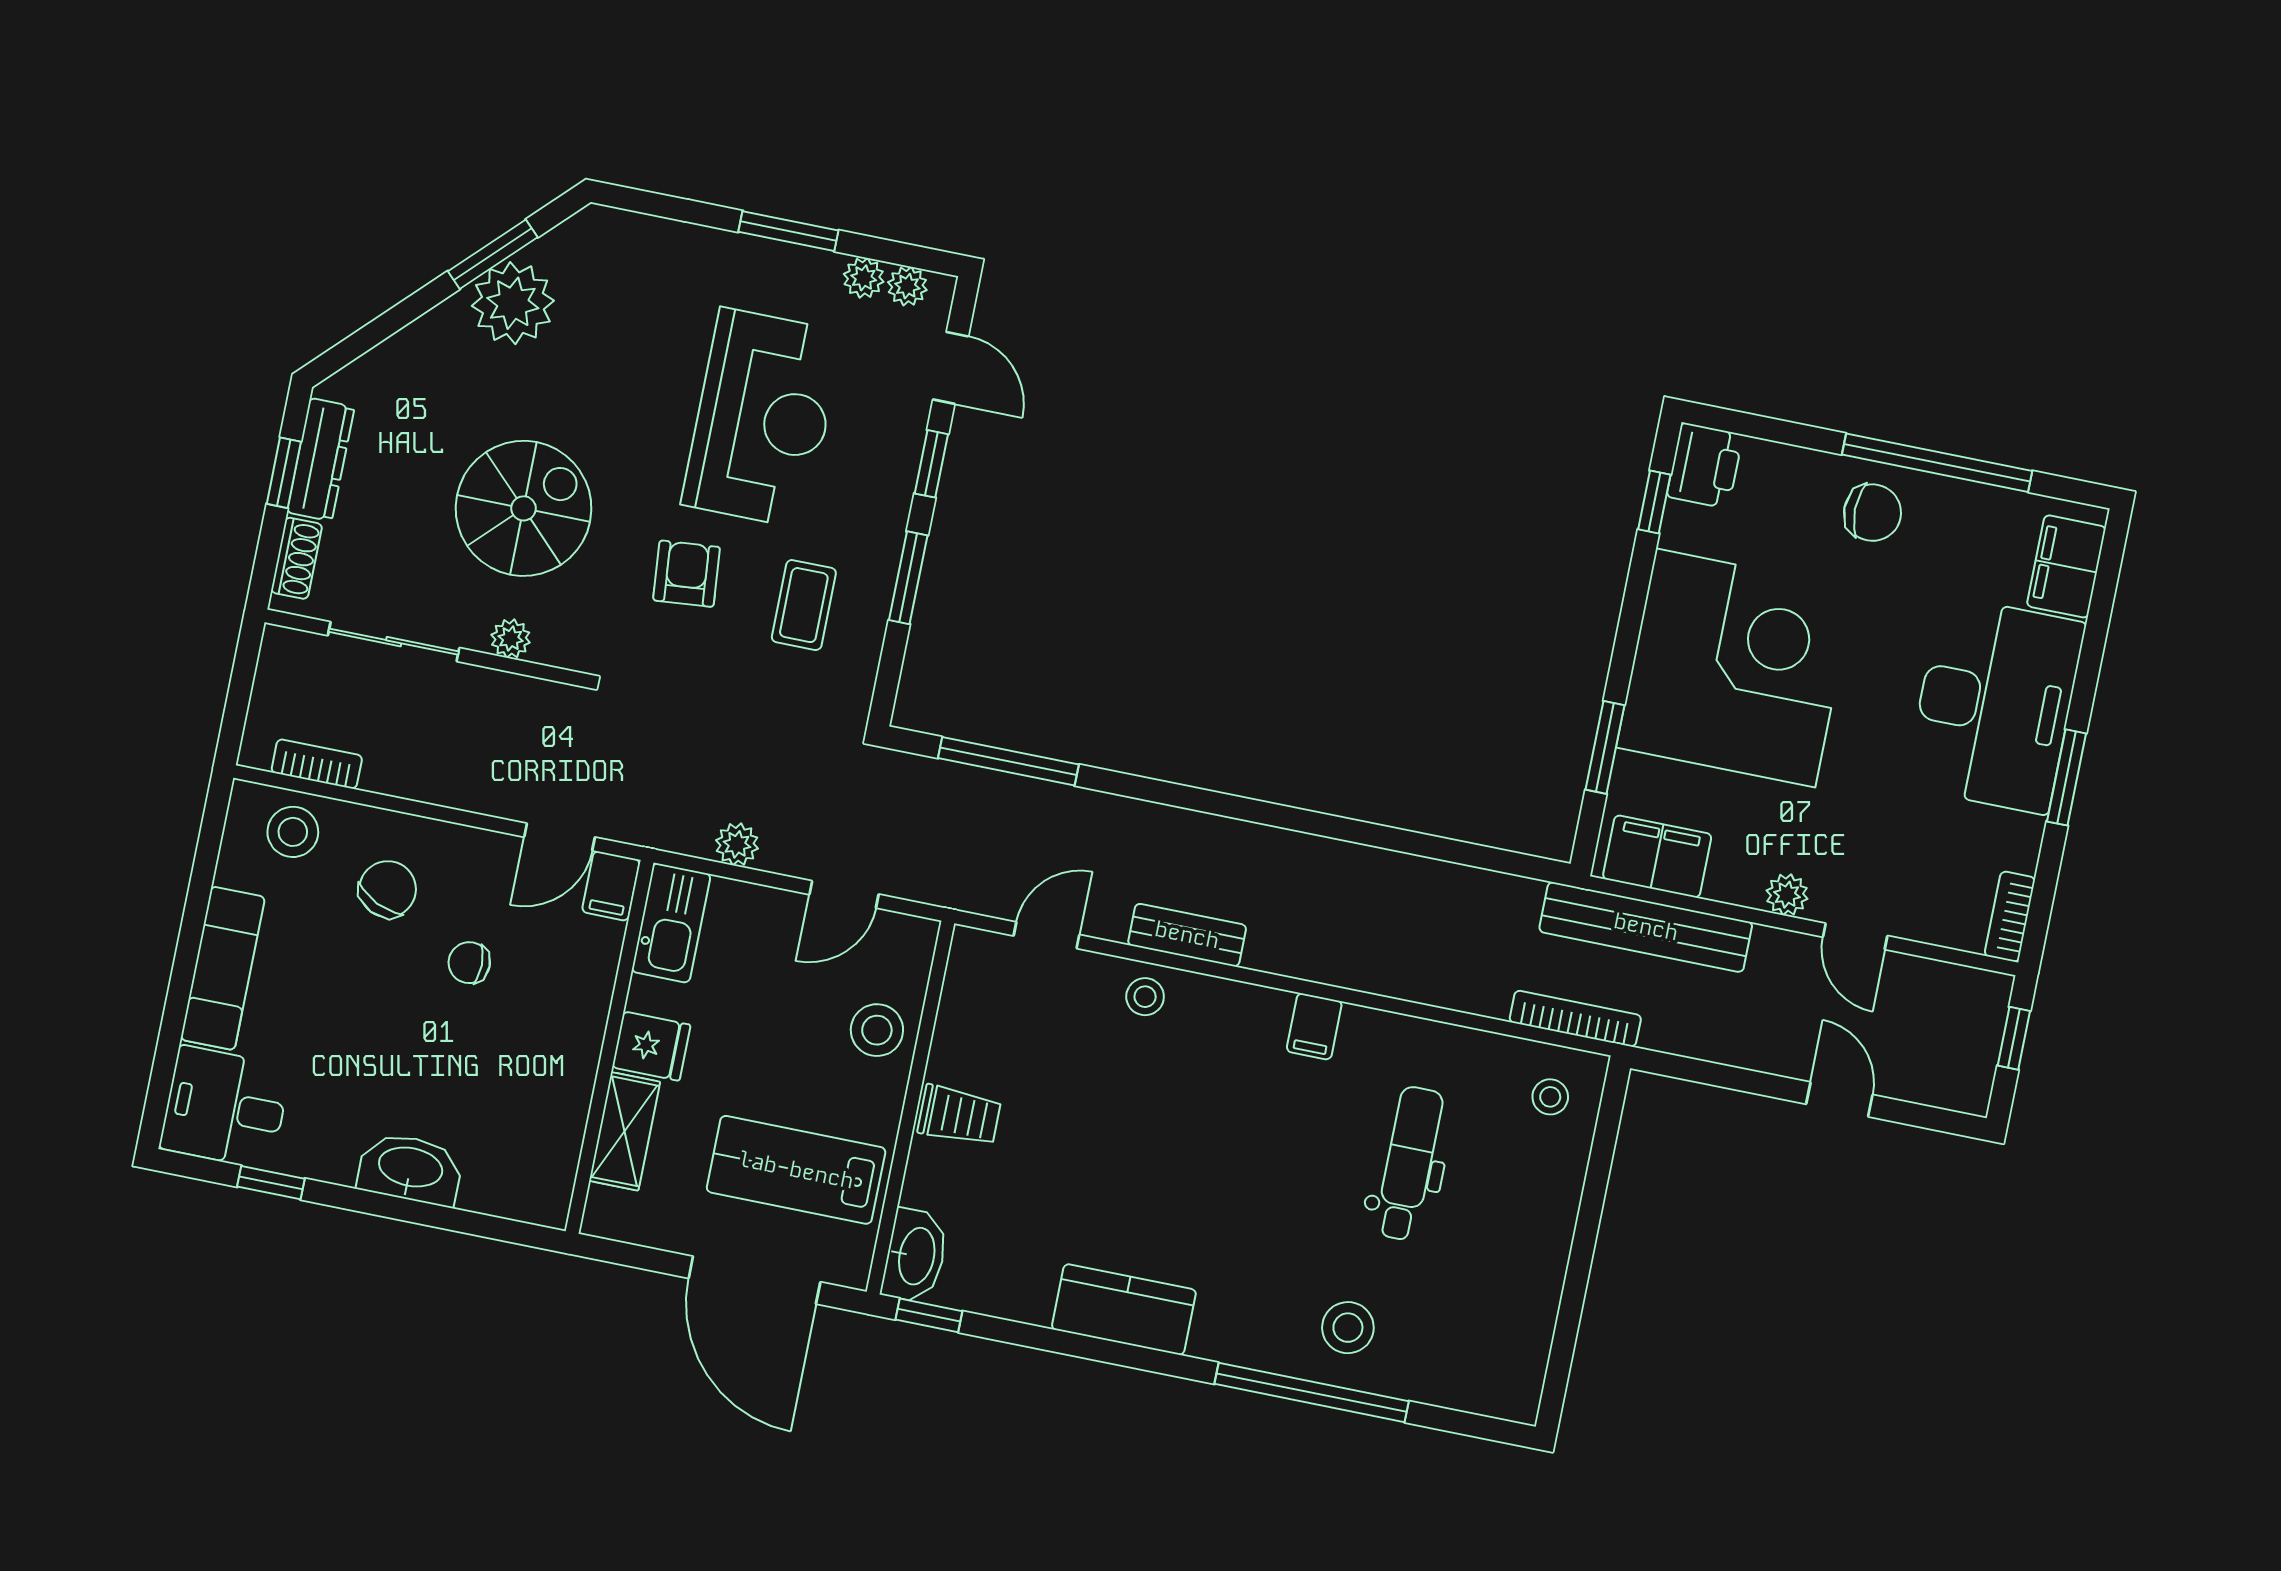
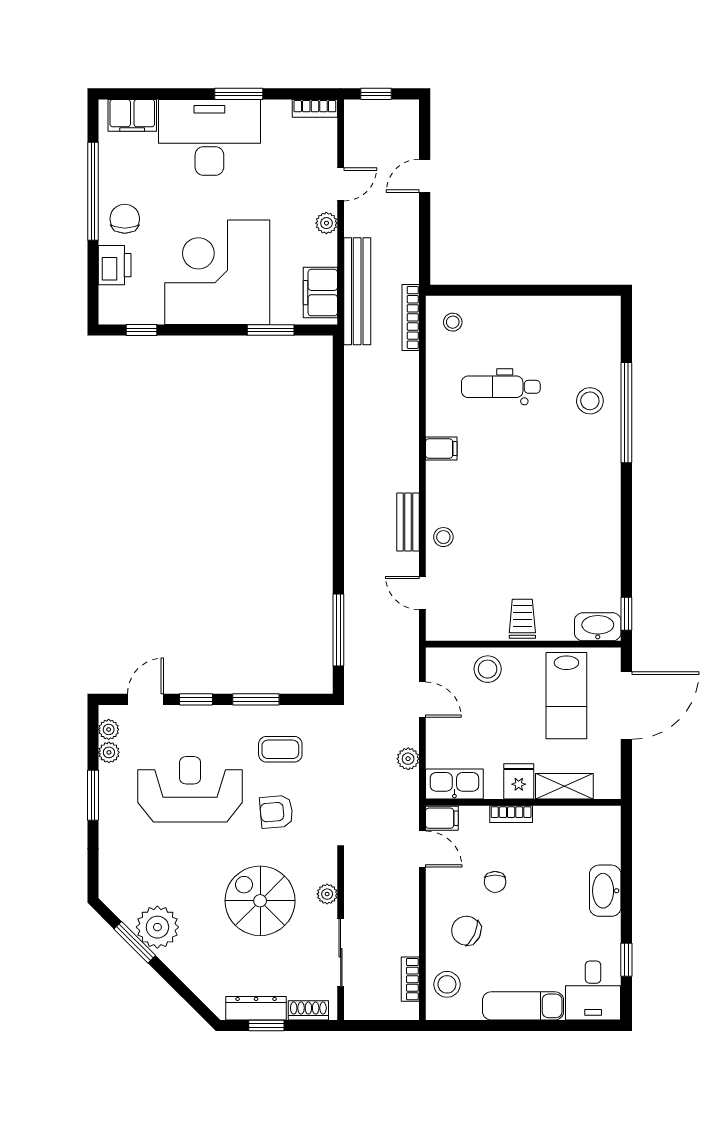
printer: (1705, 466) -> (115, 265), moved, turned 90
bookcase: (592, 1019) -> (511, 814), added
kitchen counter: (1124, 1309) -> (604, 516), removed

